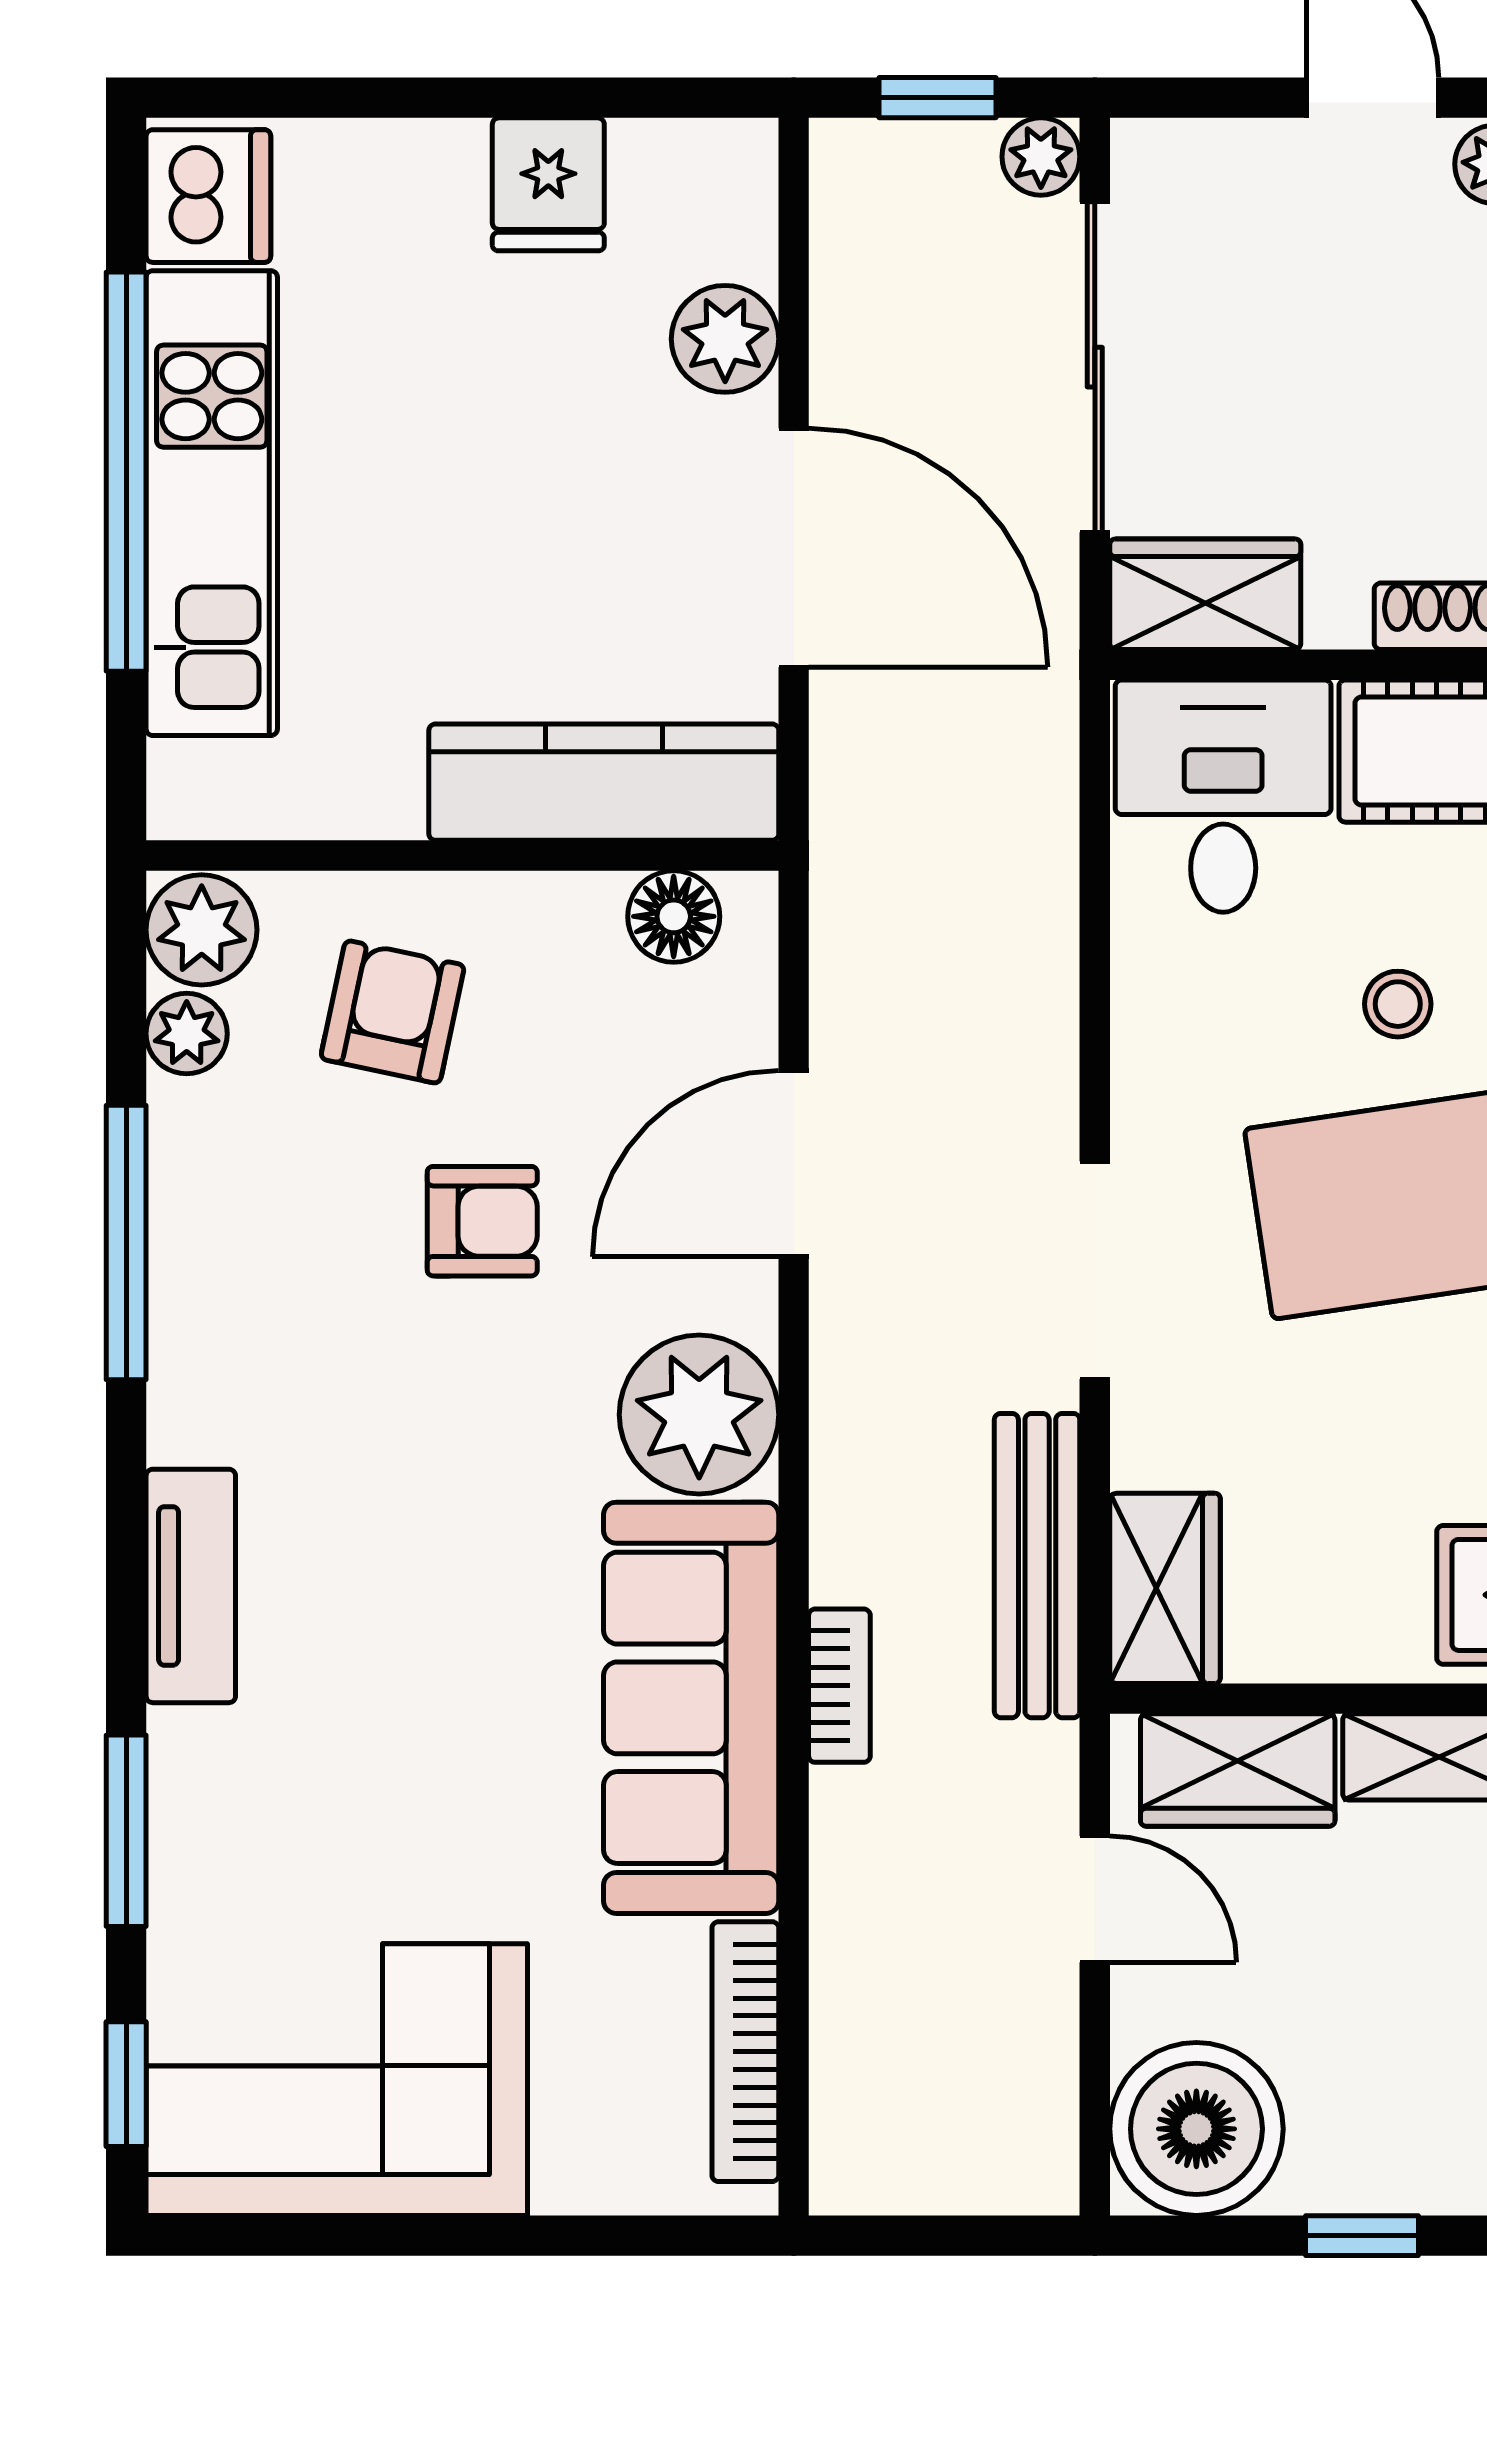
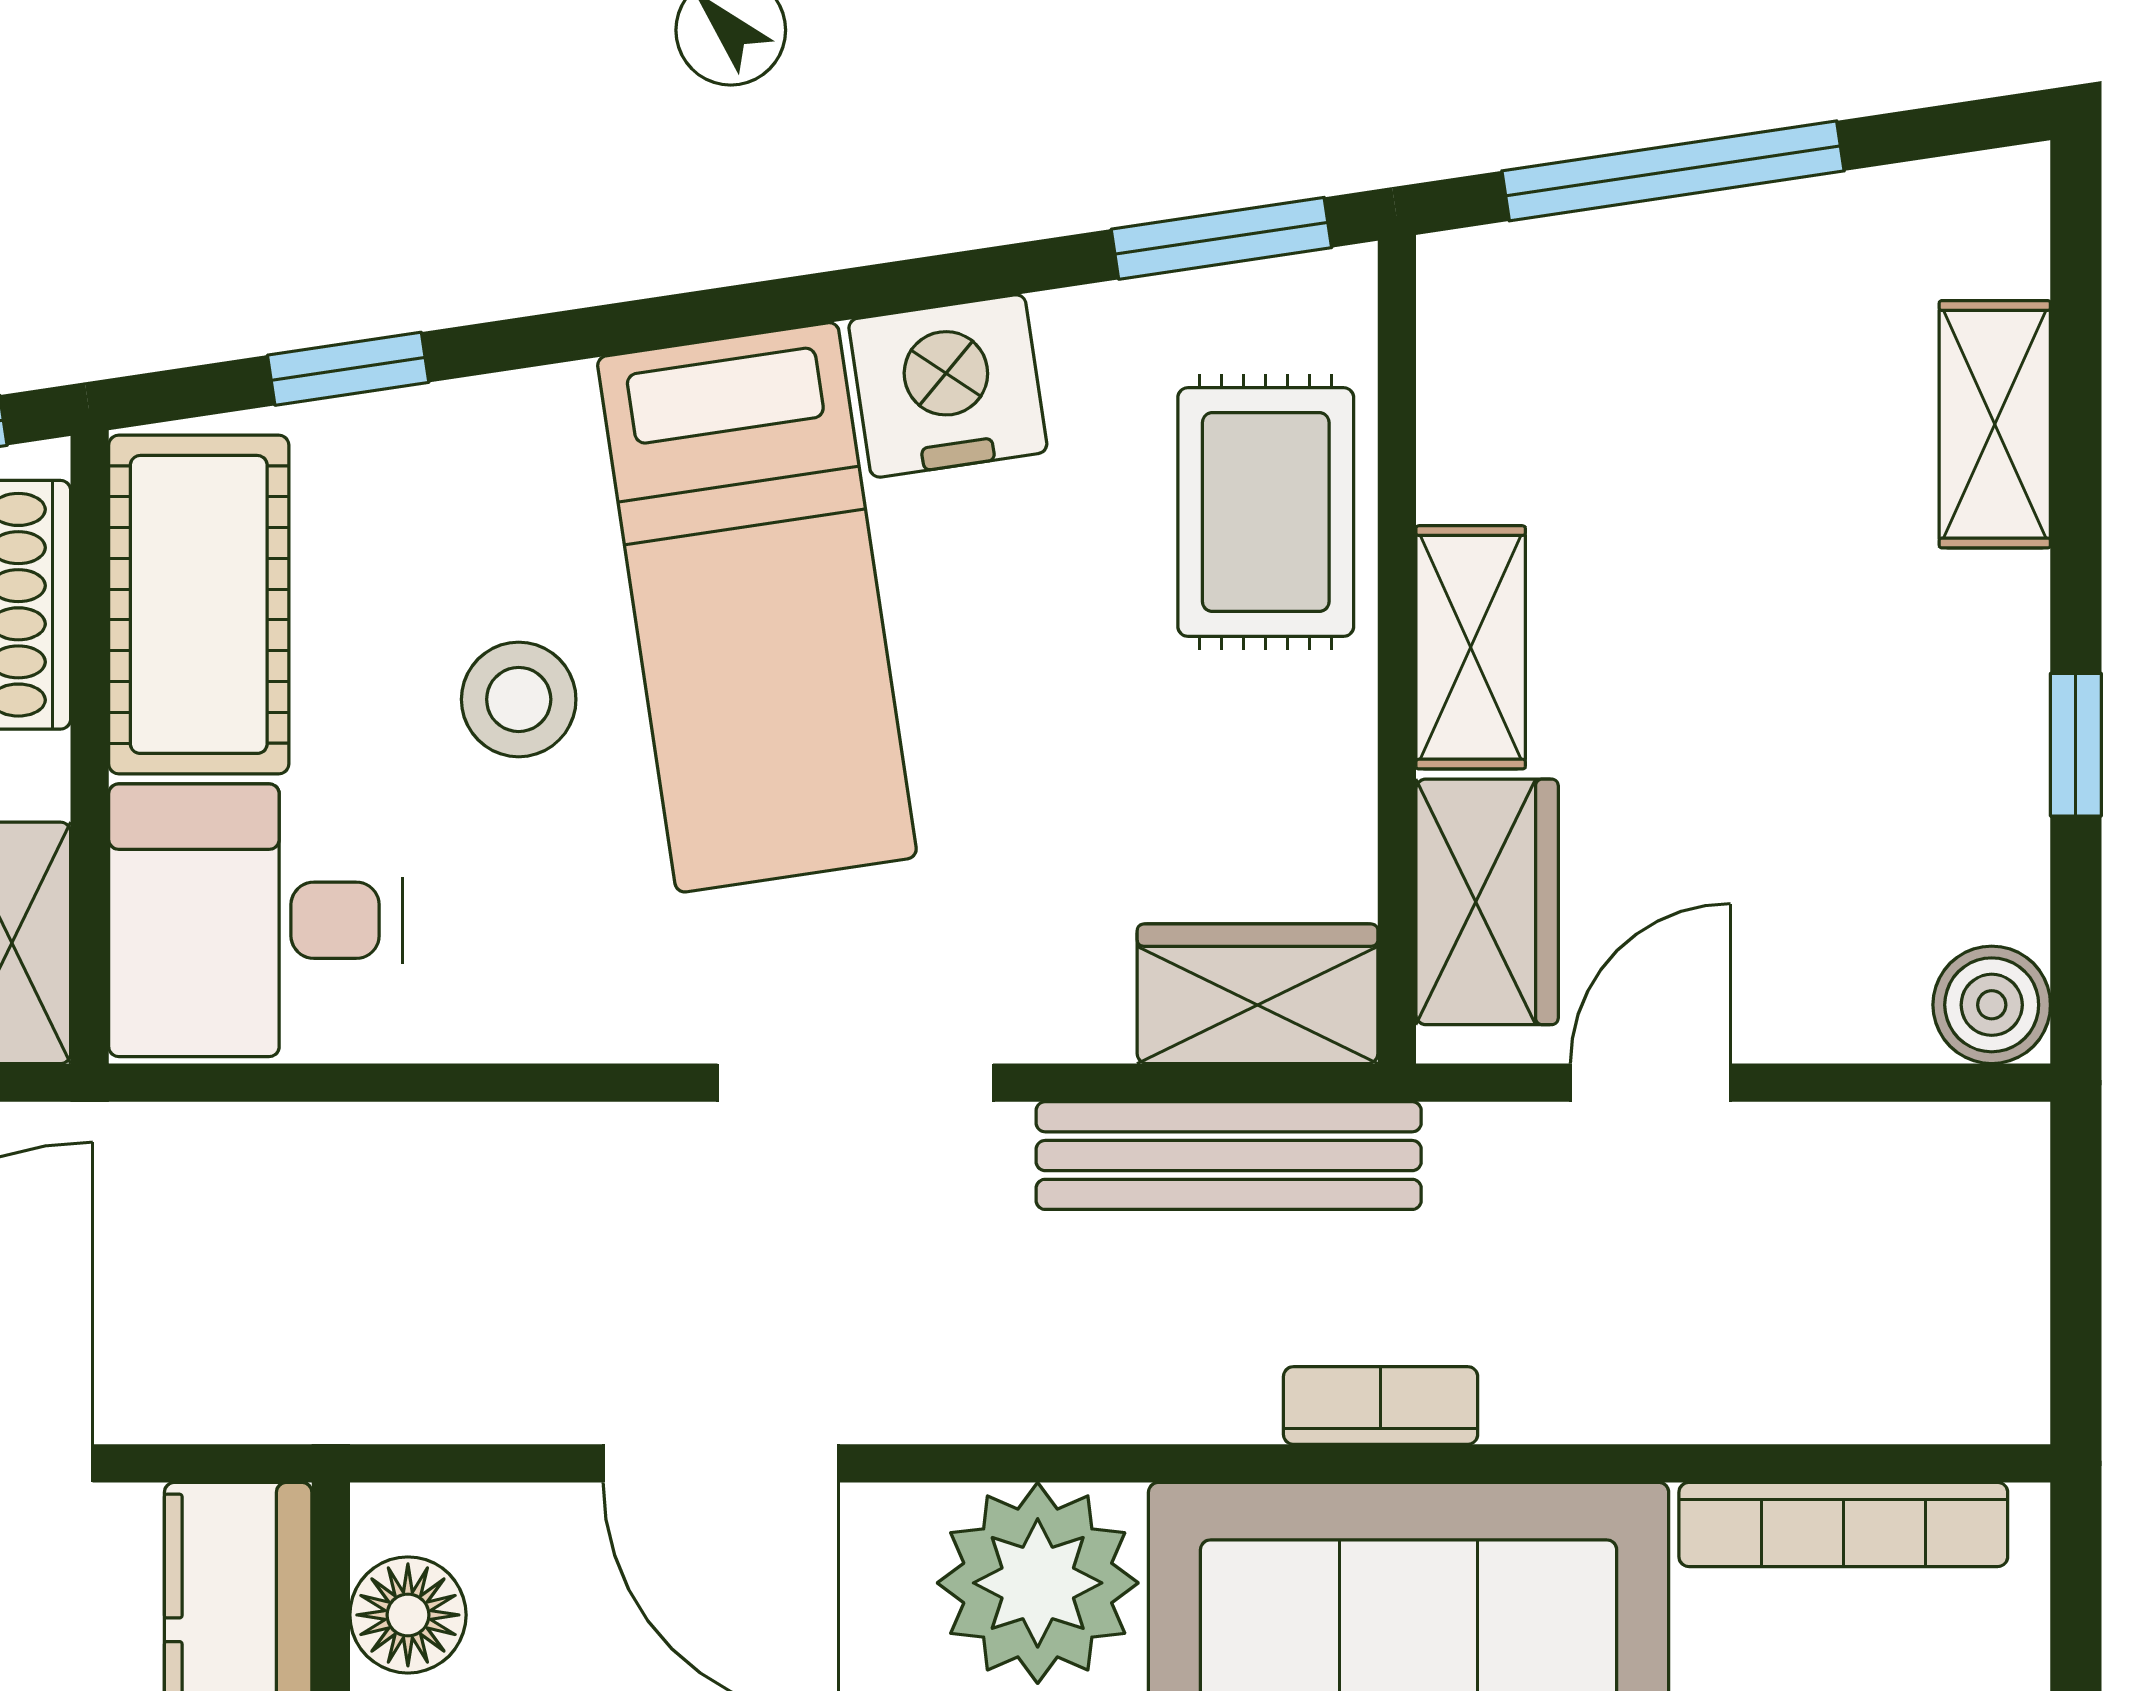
stool: (1398, 1004) -> (519, 699), width x1.37, depth x1.37
boiler: (1196, 2129) -> (1992, 1005), width x0.54, depth x0.54

